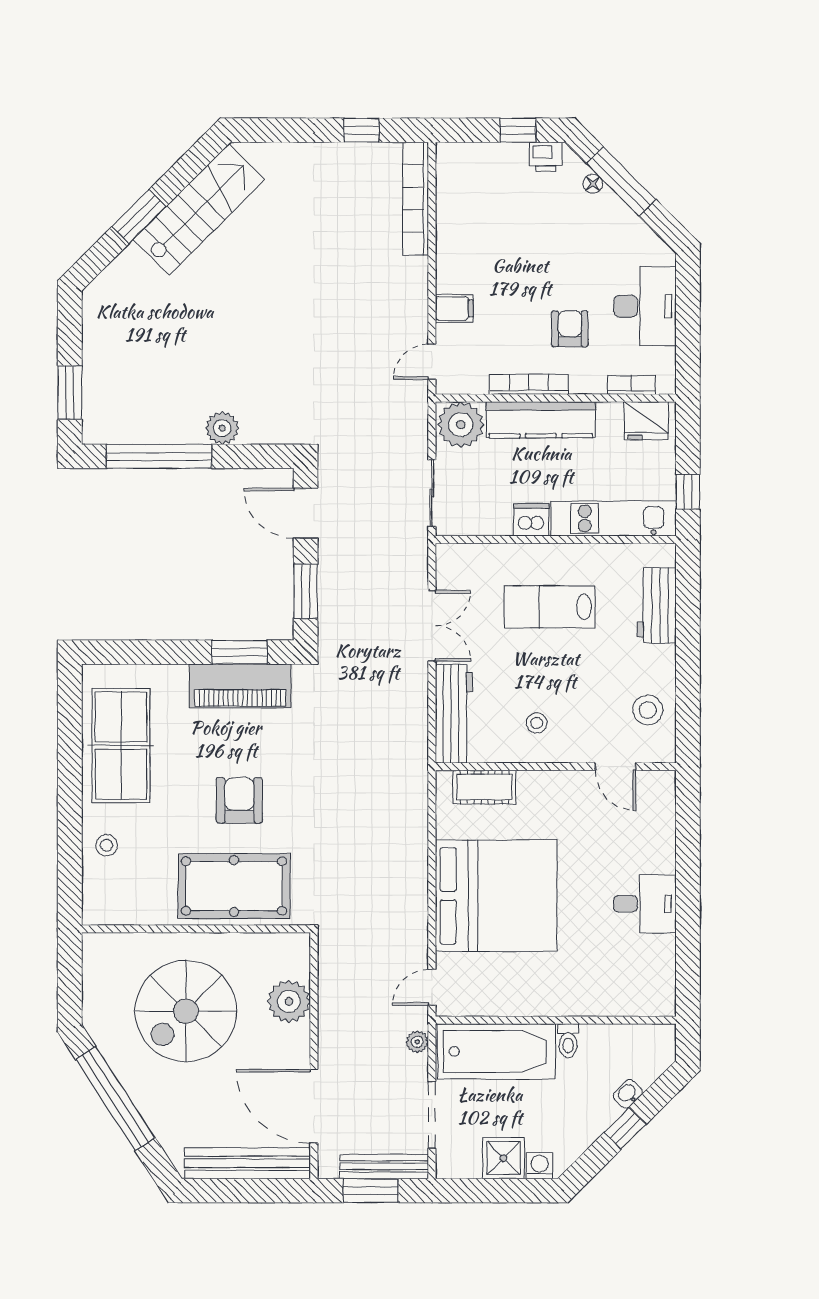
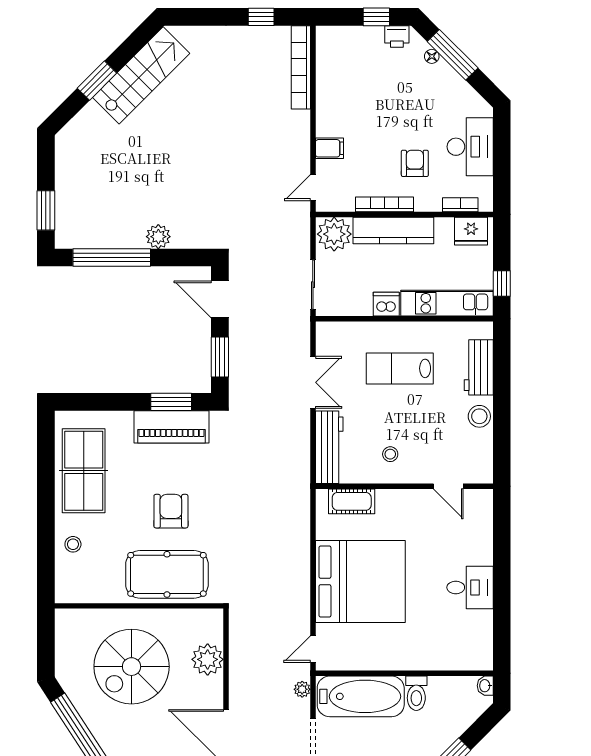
stool: (648, 710) -> (479, 416), moved
toilet: (568, 1041) -> (416, 693), width x1.37, depth x1.39
washbasin: (628, 1094) -> (485, 686), moved, turned -45

